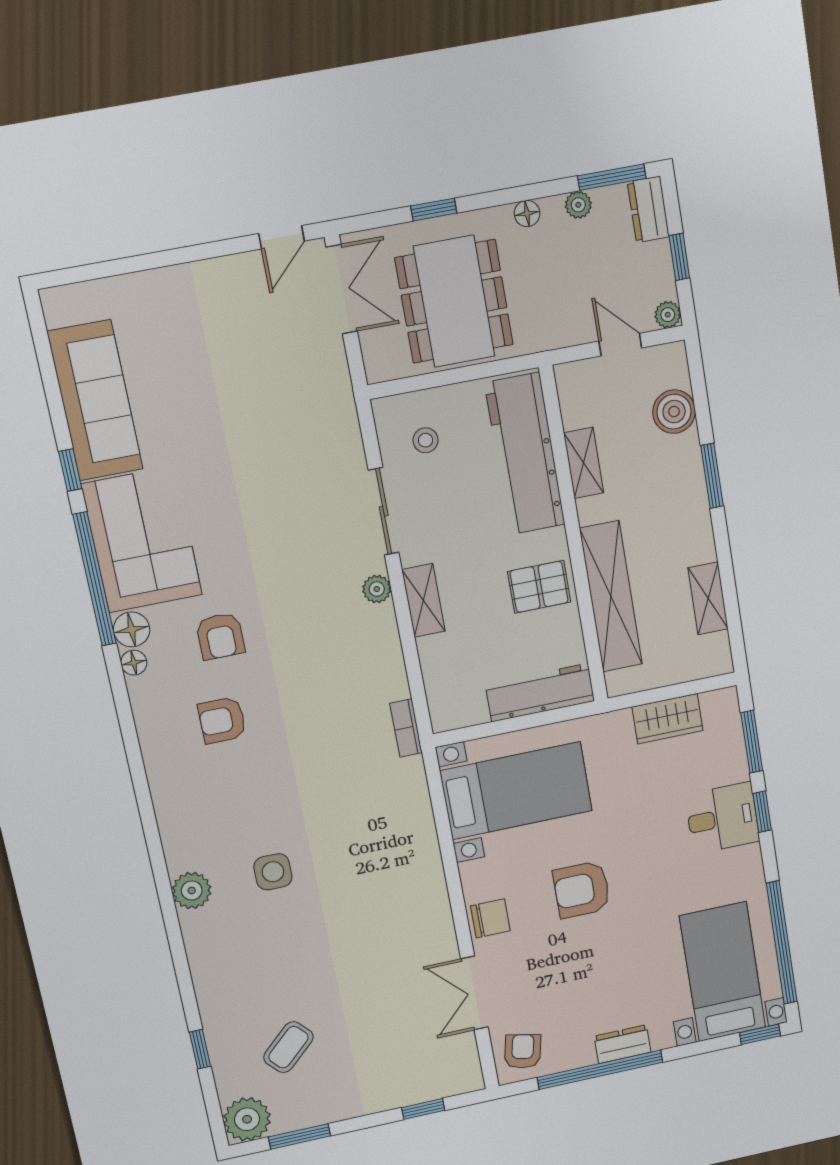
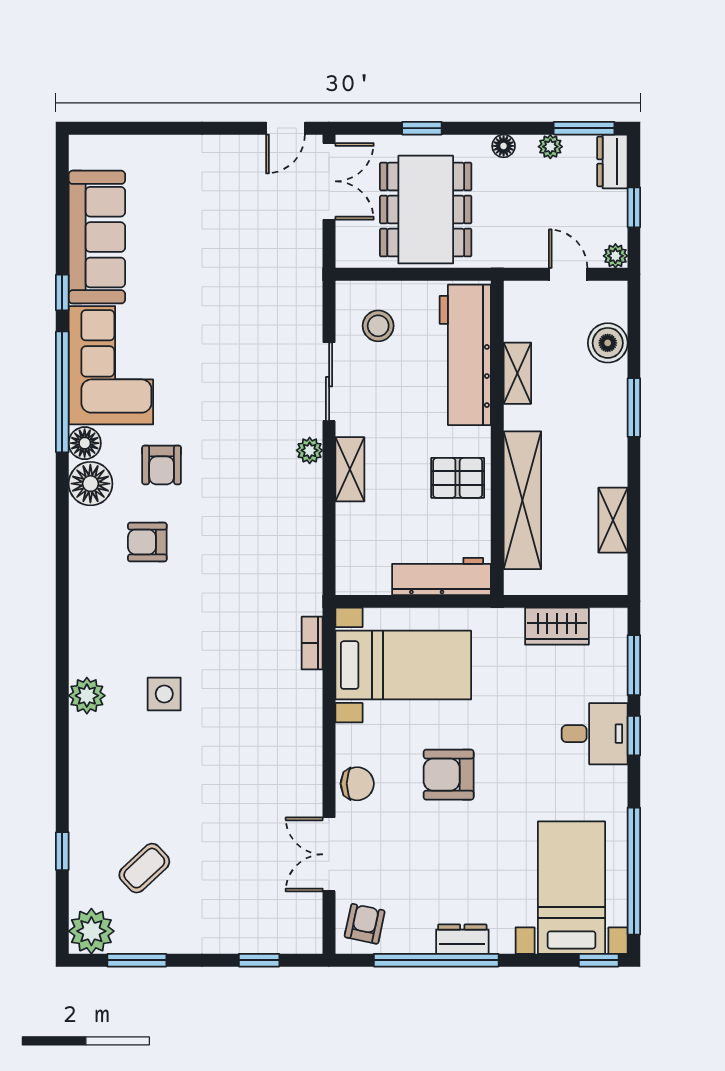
stool: (426, 440) -> (378, 326), width x1.37, depth x1.37
floor lamp: (134, 663) -> (90, 484), width x1.89, depth x1.89
bookcase: (406, 728) -> (312, 643), moved

